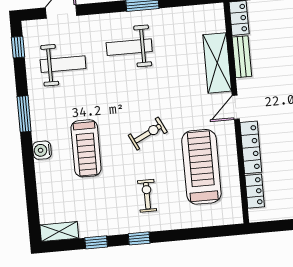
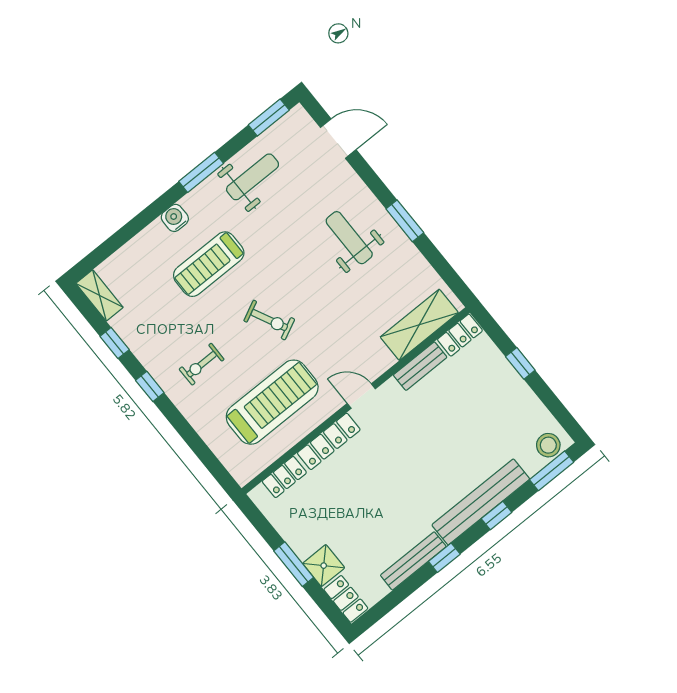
window: (18, 47) -> (269, 118), width x1.50
shelving: (217, 63) -> (419, 325), moved
weight bench: (63, 64) -> (253, 177), moved, turned -90
exercise bike: (147, 196) -> (202, 364), turned 180

